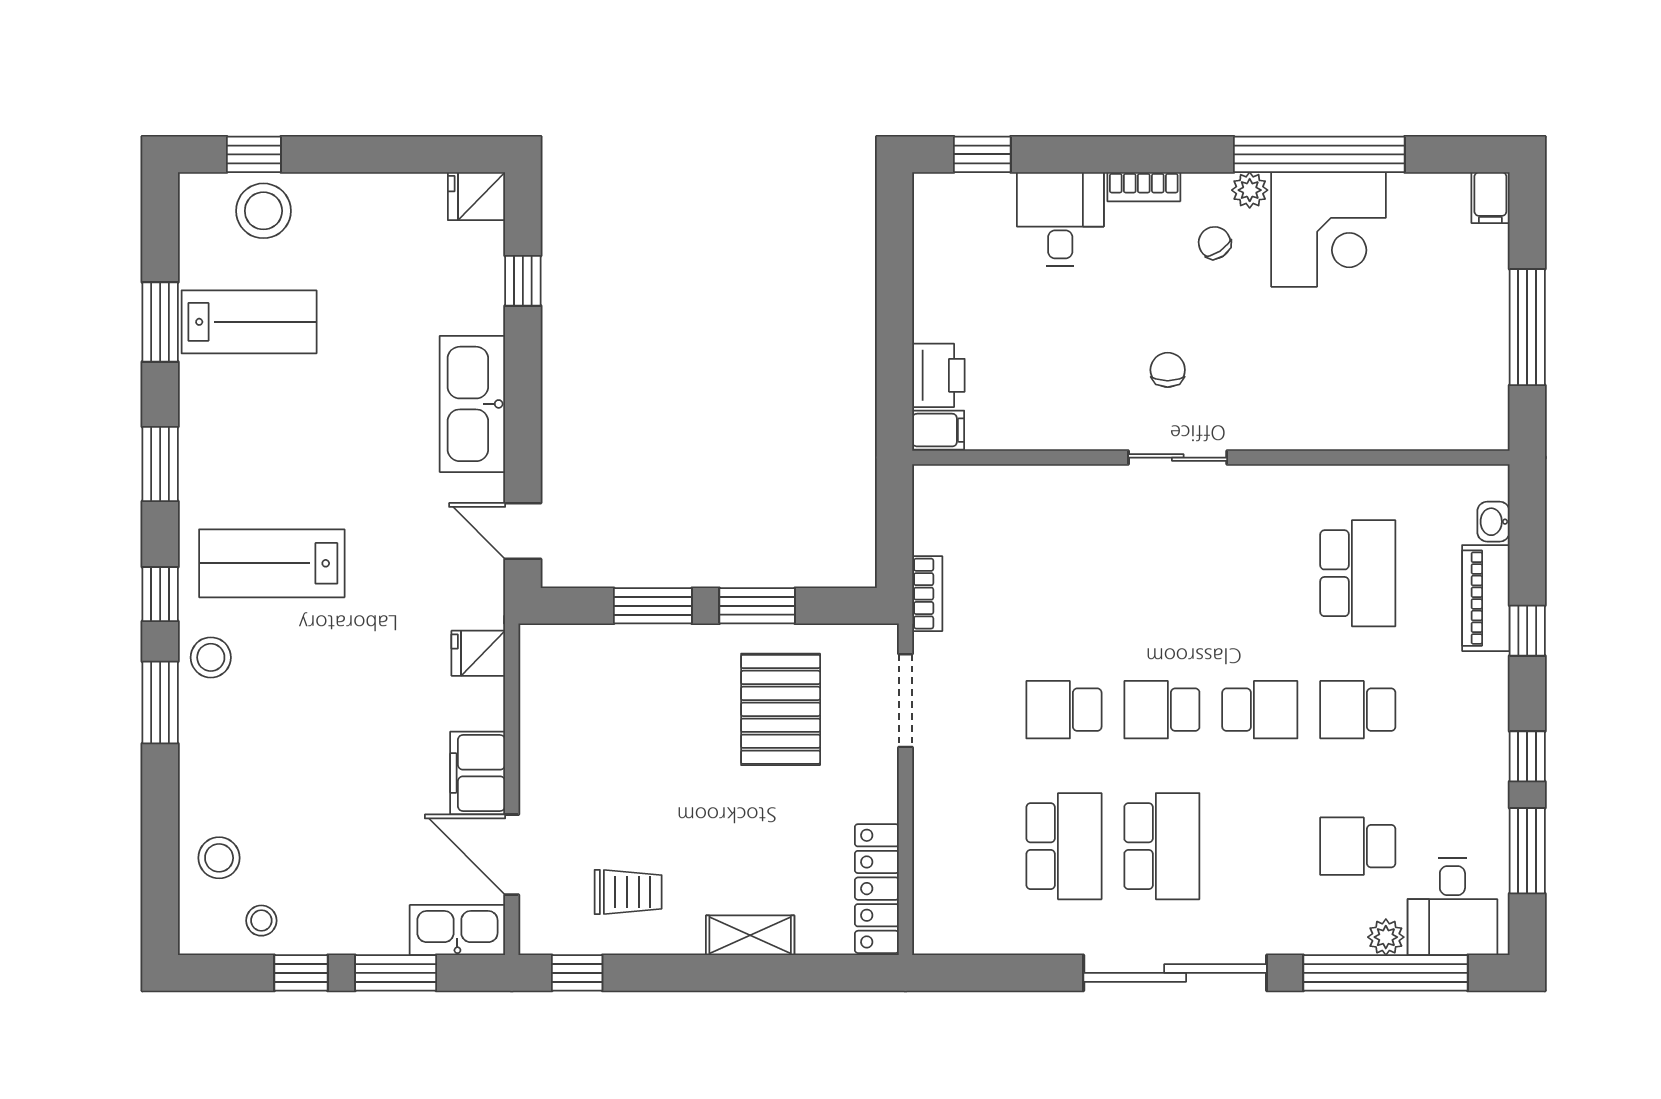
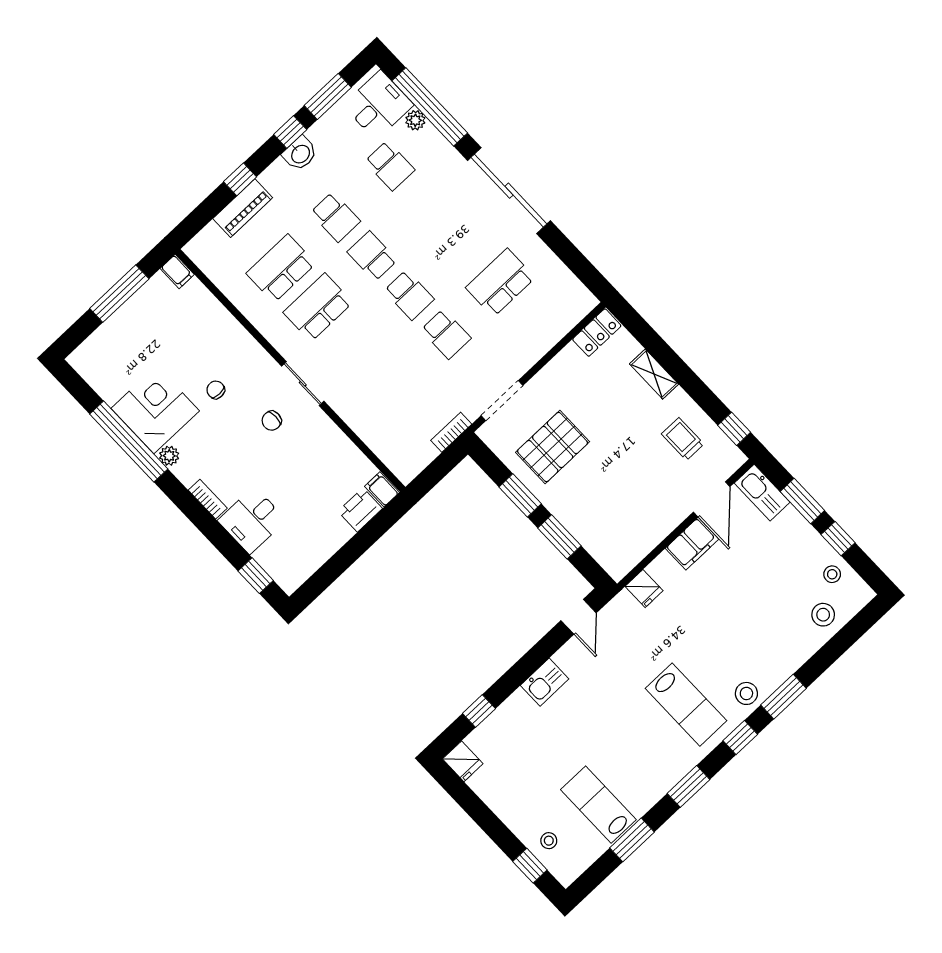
filing cabinet: (1490, 198) -> (177, 271), moved, turned 90
stool: (263, 211) -> (549, 841), width x0.53, depth x0.53
chair: (1215, 243) -> (216, 390), moved, turned 124
kitchen sink: (472, 404) -> (545, 682), width x0.53, depth x0.81
washbasin: (1493, 522) -> (300, 154), moved, width x1.38, depth x1.45
school desk: (1162, 846) -> (318, 307), moved
locker: (877, 889) -> (597, 333), width x0.66

